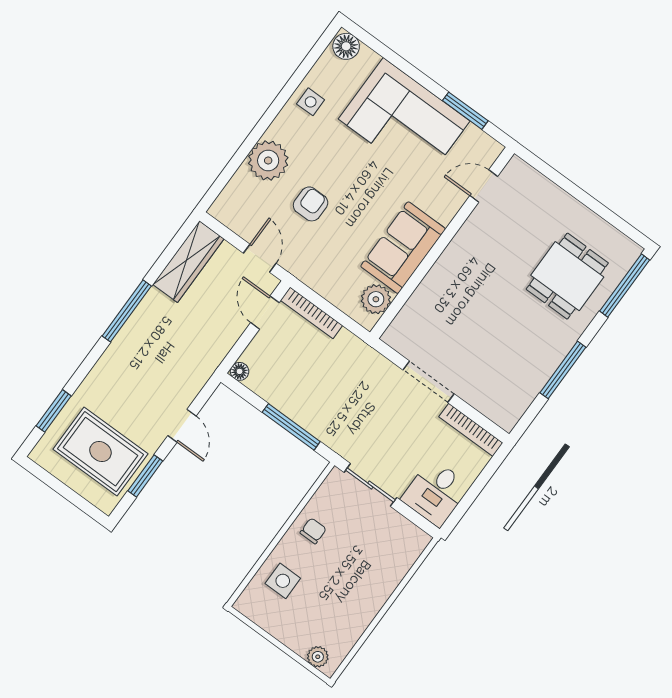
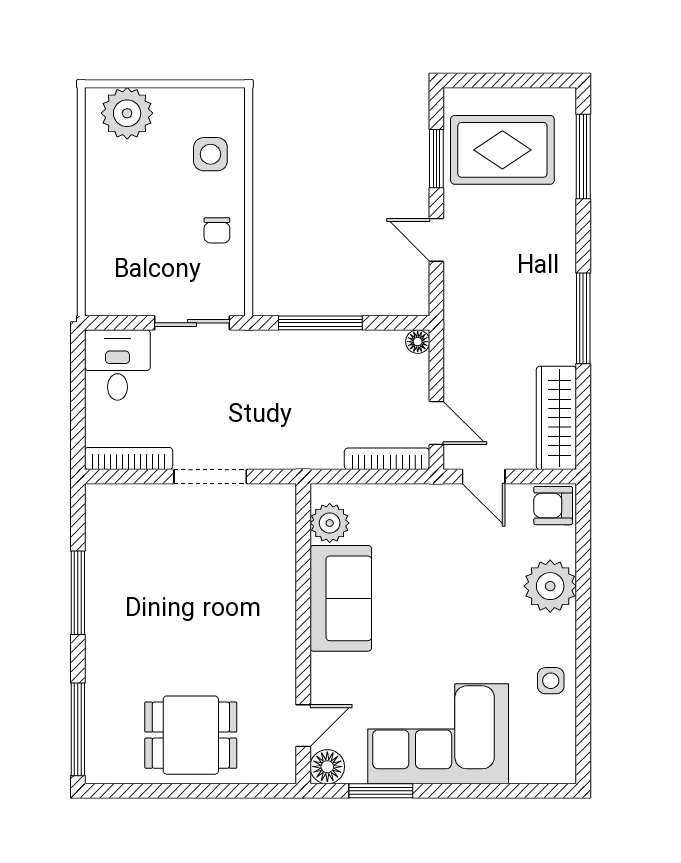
floor lamp: (346, 46) -> (327, 767), moved
armchair: (311, 204) -> (553, 506), moved, turned 90
dining table: (567, 276) -> (191, 735), moved, turned 90
window: (54, 411) -> (583, 157), width x1.44
plant: (318, 657) -> (127, 113), width x1.87, depth x1.87

